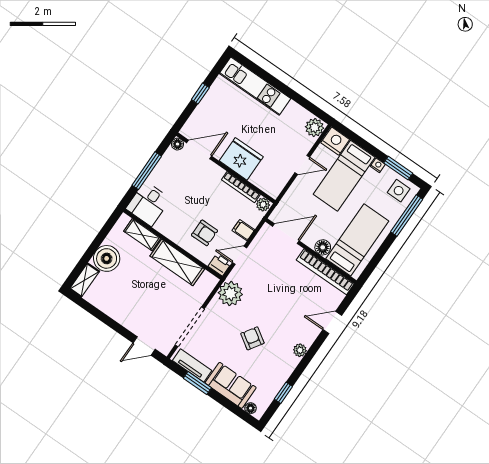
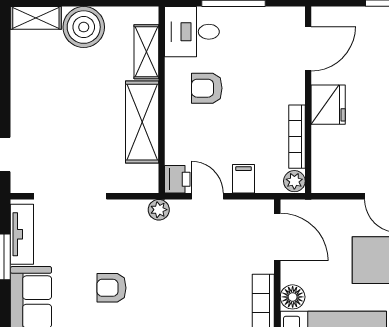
floor lamp: (177, 144) -> (296, 16), removed
door: (199, 149) -> (308, 49), hinge flipped
fridge: (241, 159) -> (328, 105), width x0.73, depth x0.75
armchair: (204, 233) -> (207, 88), moved, turned 90
plant: (230, 294) -> (159, 210), width x0.53, depth x0.53
armchair: (252, 338) -> (112, 288), turned -123

